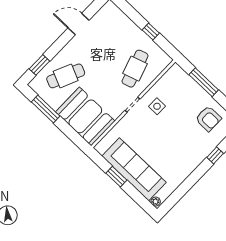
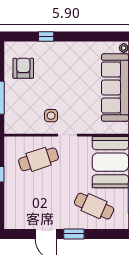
window: (39, 65) -> (74, 234), moved

